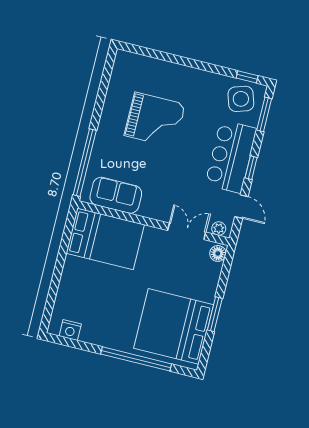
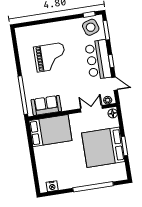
bed: (174, 326) -> (103, 147), moved

